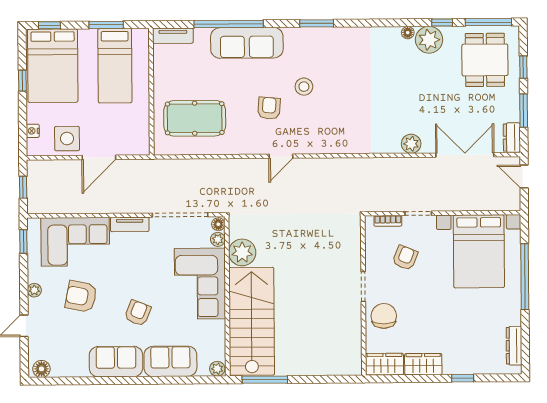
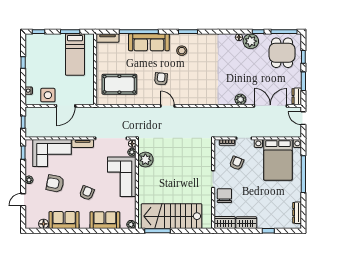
bed: (53, 66) -> (40, 54), removed
stool: (304, 87) -> (182, 51), moved
door: (281, 156) -> (167, 106), swing flipped
stairs: (252, 321) -> (172, 216), moved, turned -90
sofa: (116, 362) -> (64, 220), moved
floor lamp: (41, 369) -> (44, 224), moved

